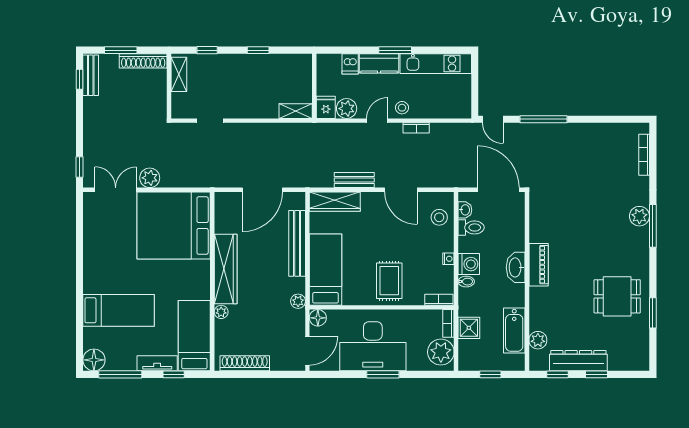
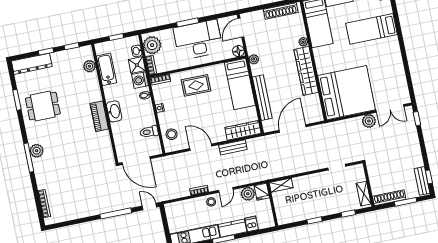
washbasin: (465, 210) -> (137, 51), moved
plant: (639, 216) -> (37, 151), moved
washing machine: (469, 264) -> (140, 80), moved
rug: (389, 281) -> (196, 85), turned 90
dresser: (578, 361) -> (32, 64), moved

